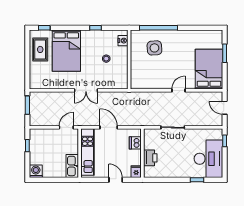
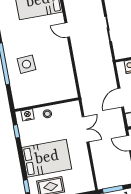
nightstand: (123, 41) -> (28, 115), moved
wall: (129, 59) -> (47, 105), moved

